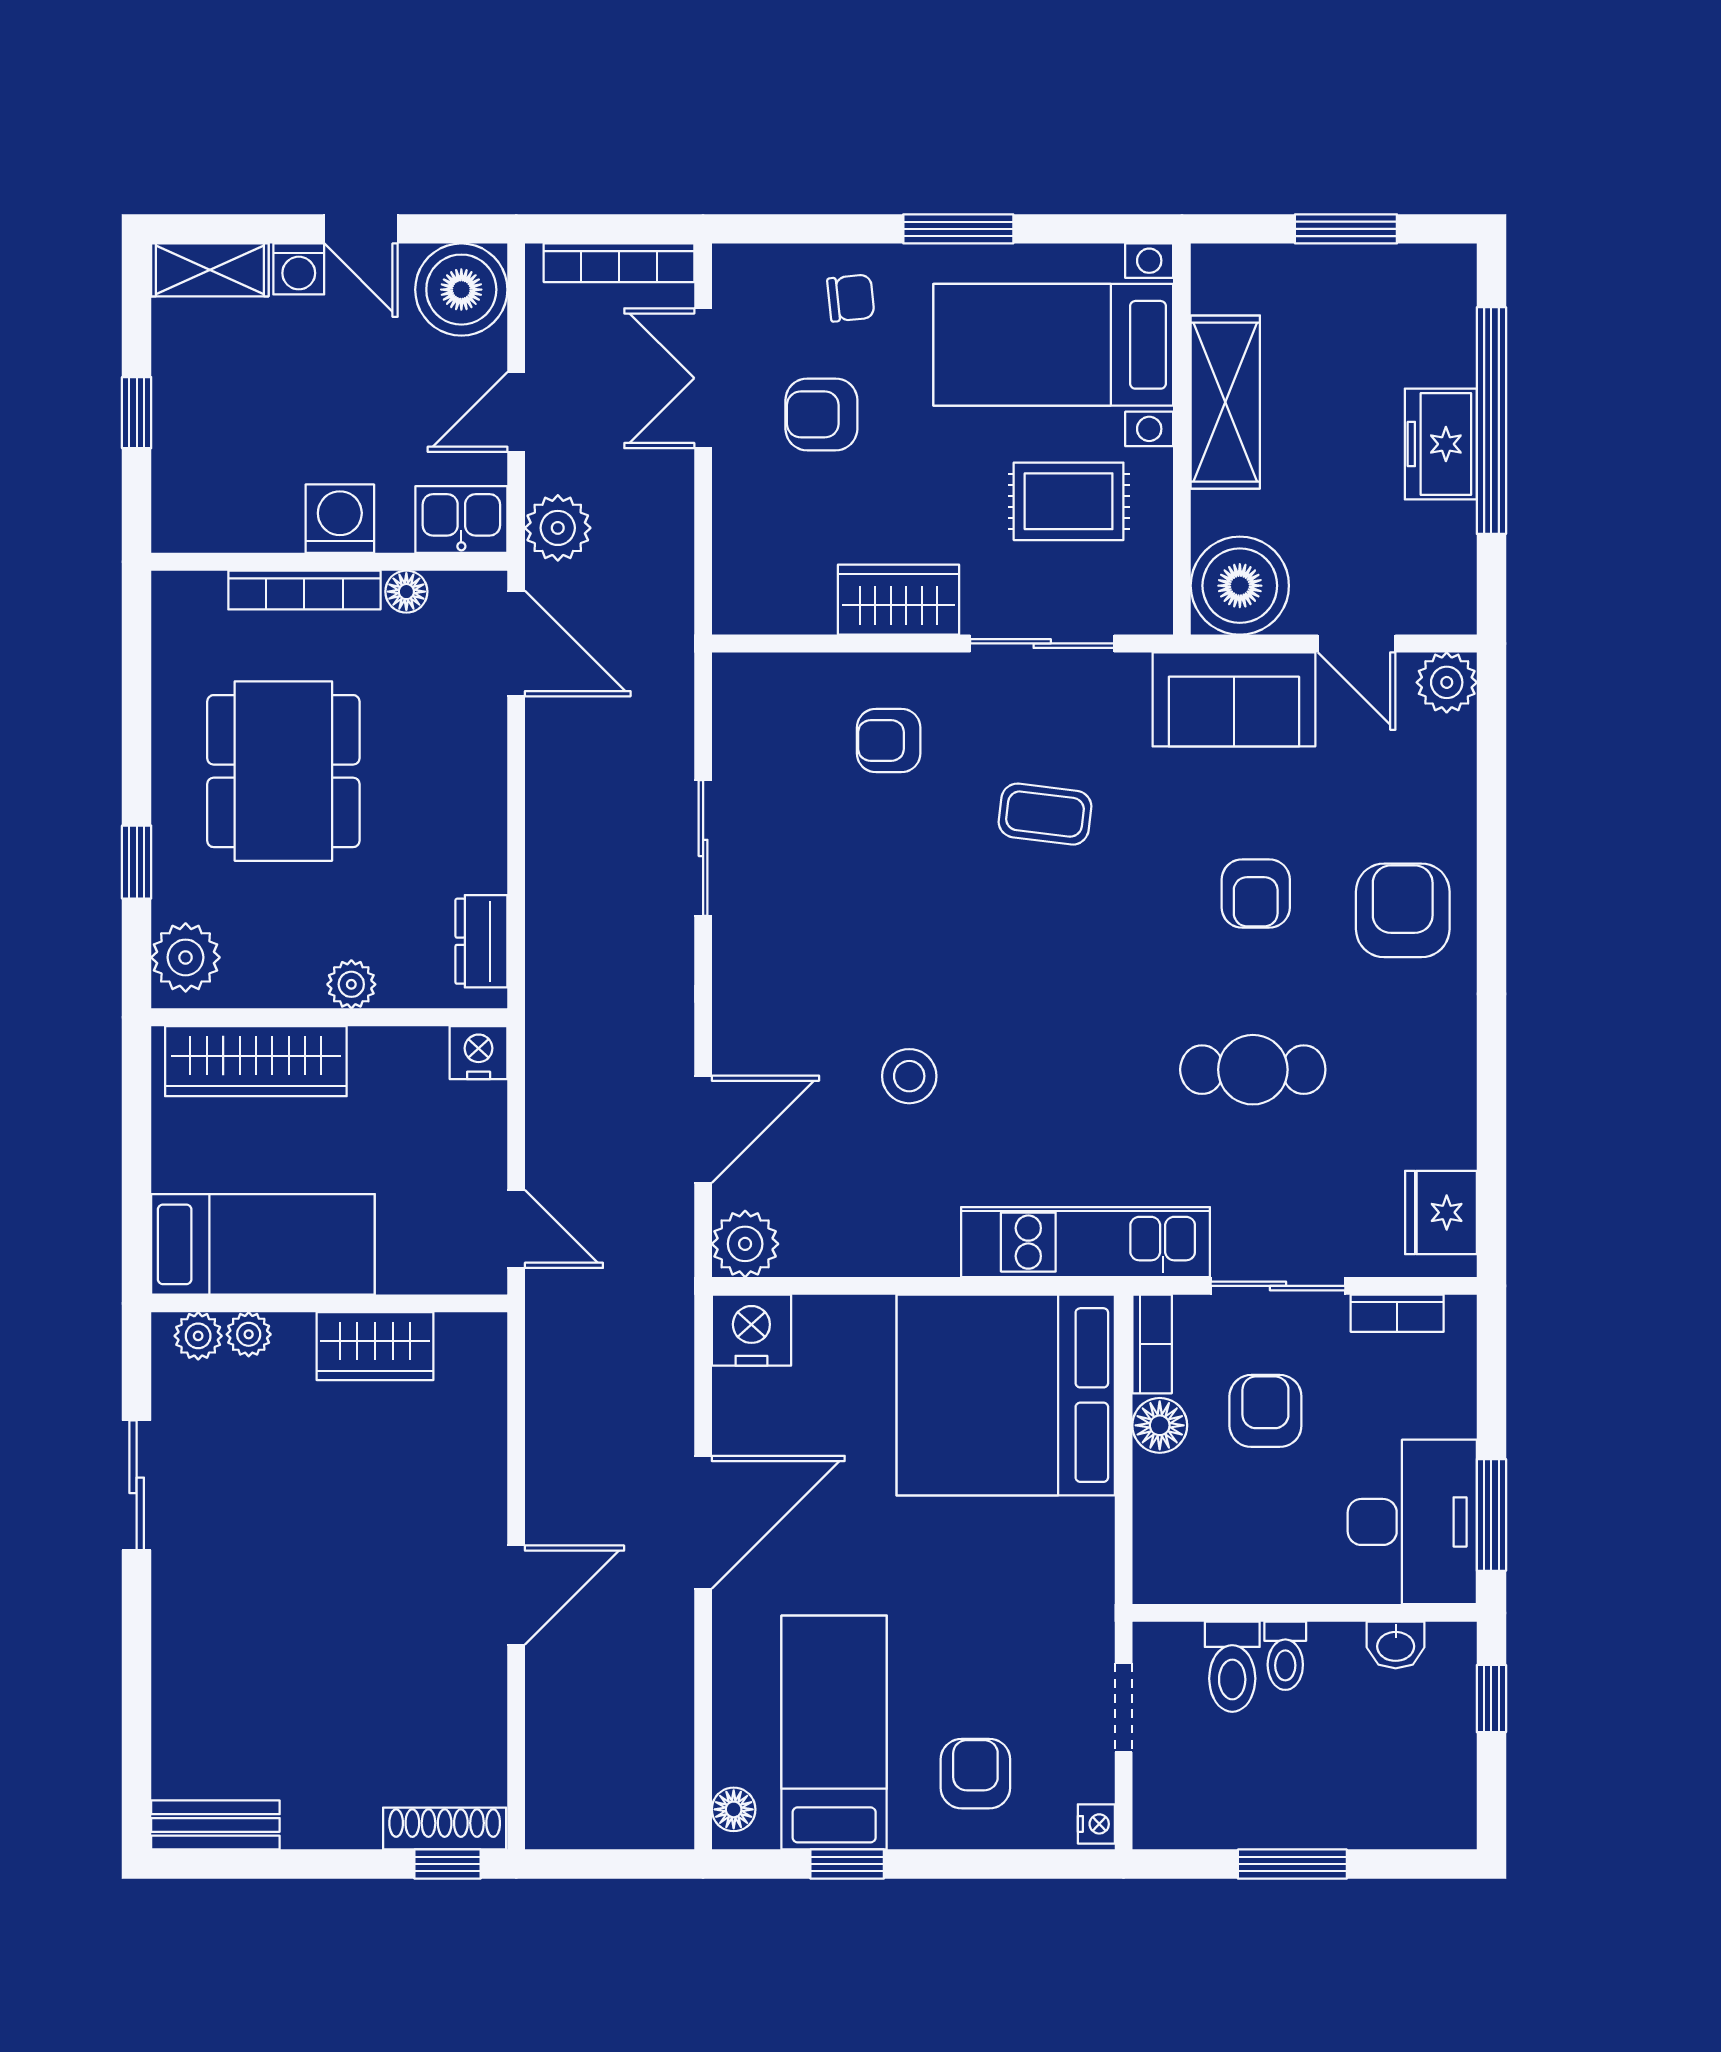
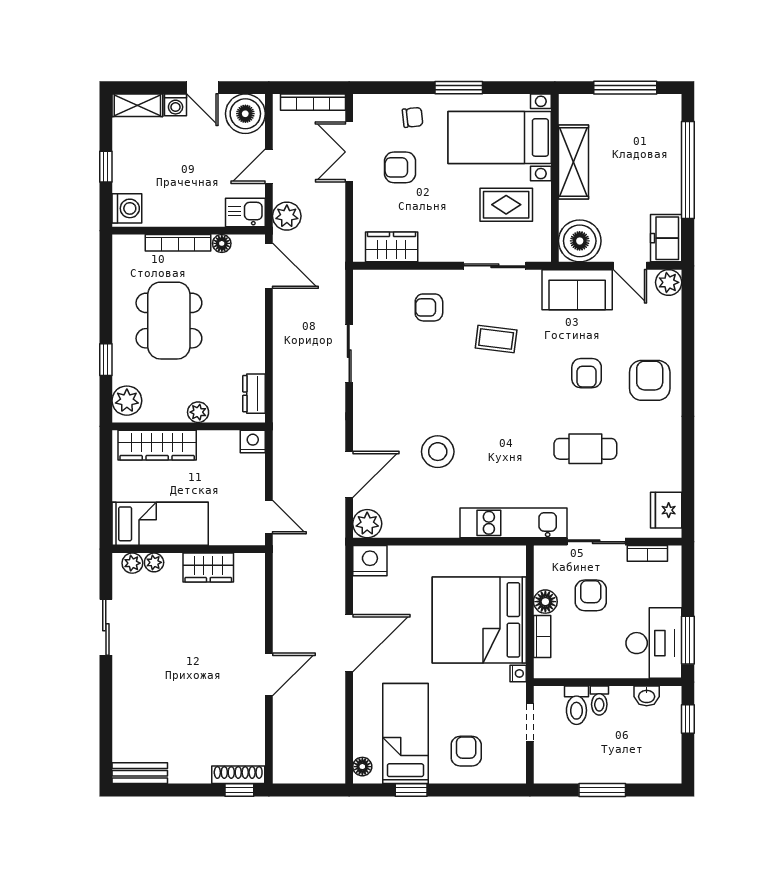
window: (1346, 229) -> (625, 88), width x1.44
freezer: (1441, 444) -> (666, 238), moved
washing machine: (340, 519) -> (127, 208), moved, turned 90
wardrobe: (899, 600) -> (392, 247), moved
stool: (909, 1076) -> (438, 452), width x1.38, depth x1.38
bookcase: (1152, 1344) -> (542, 637), moved
bed: (1006, 1395) -> (479, 620), moved
nightstand: (1096, 1824) -> (518, 673), moved

